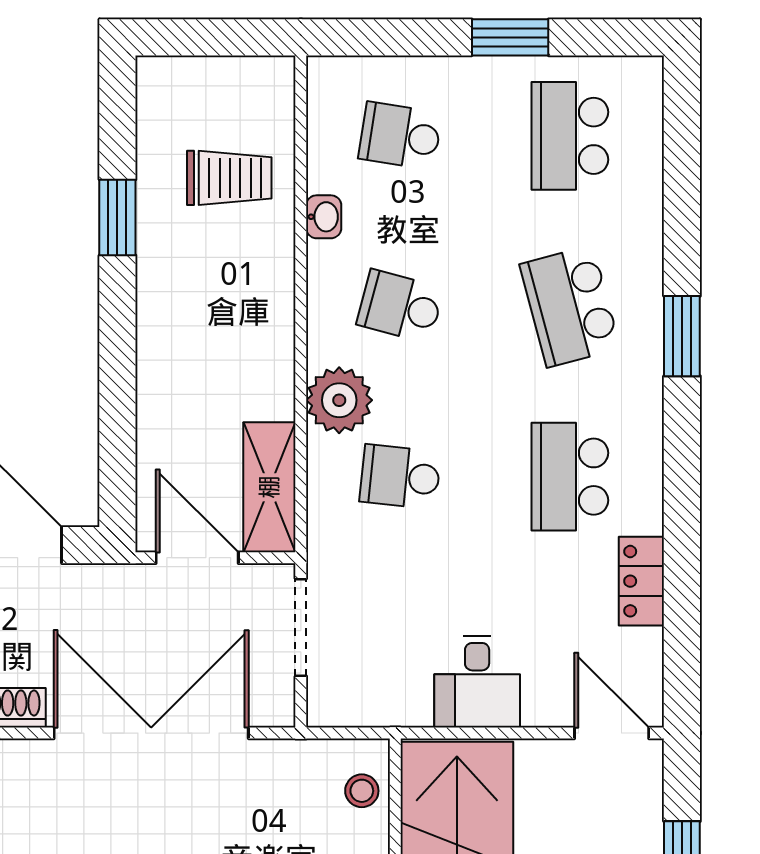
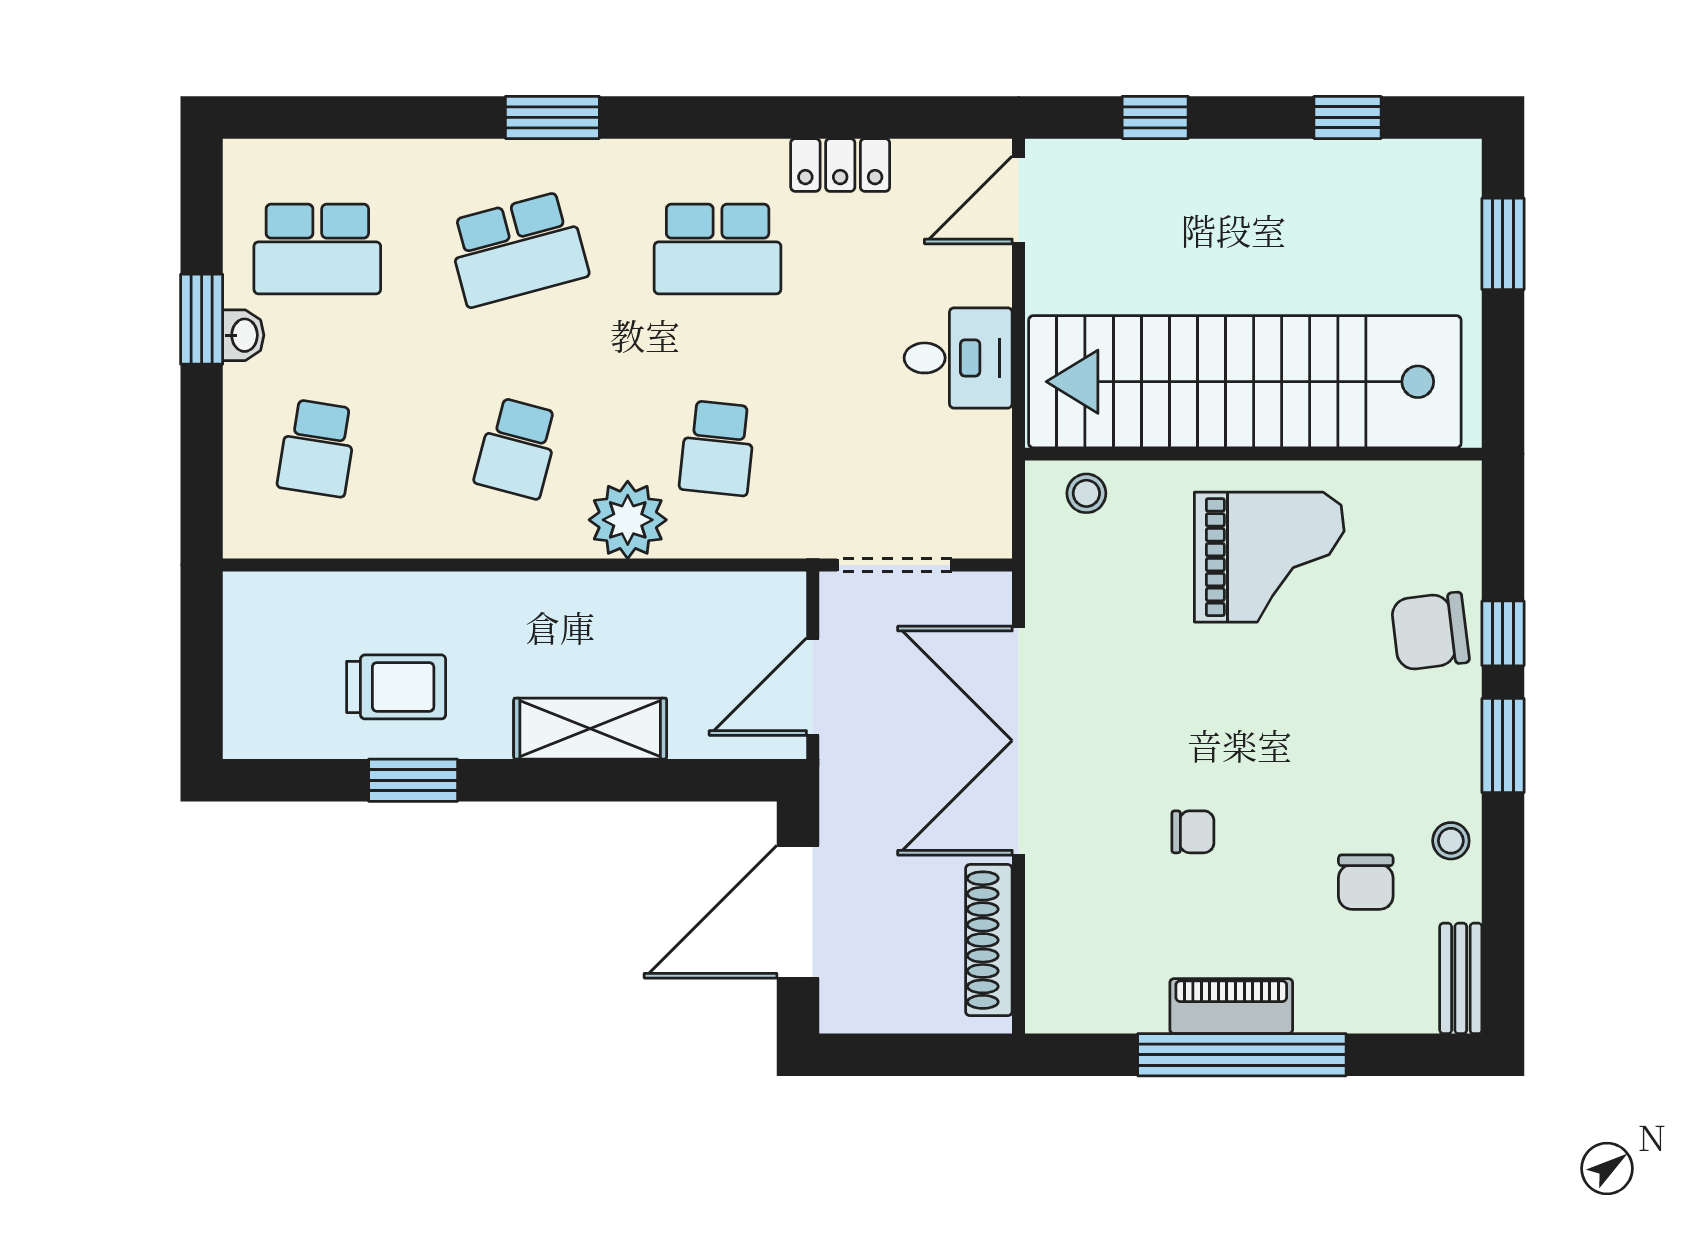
trolley: (229, 178) -> (396, 687), moved, turned 90
washbasin: (324, 217) -> (243, 335), moved, turned 90
shelving: (269, 487) -> (590, 729), moved

